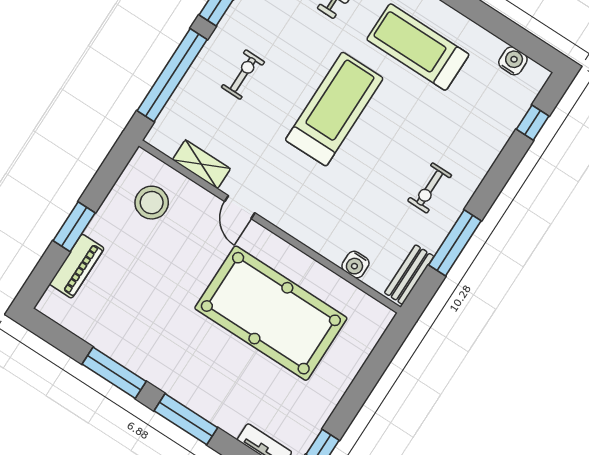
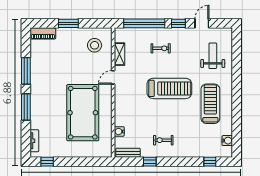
window: (455, 243) -> (150, 162), width x0.46
piano: (77, 266) -> (43, 33), moved

